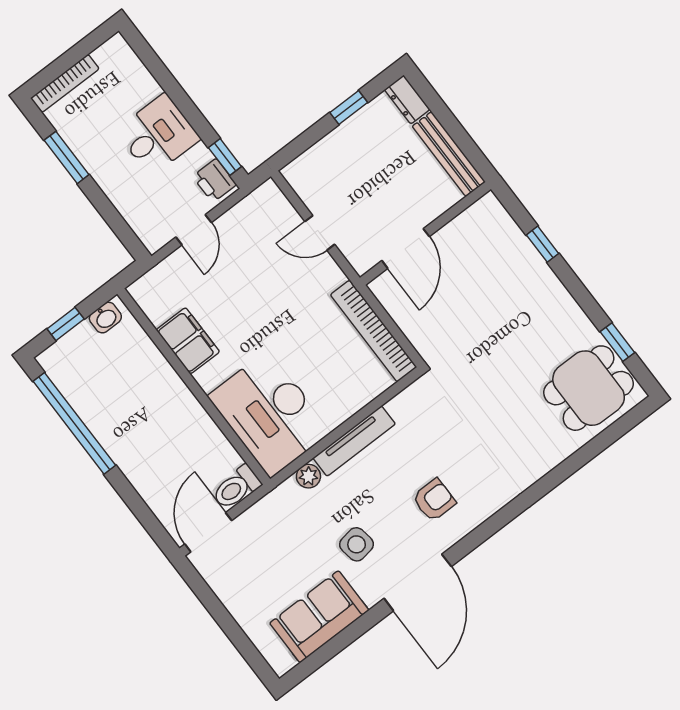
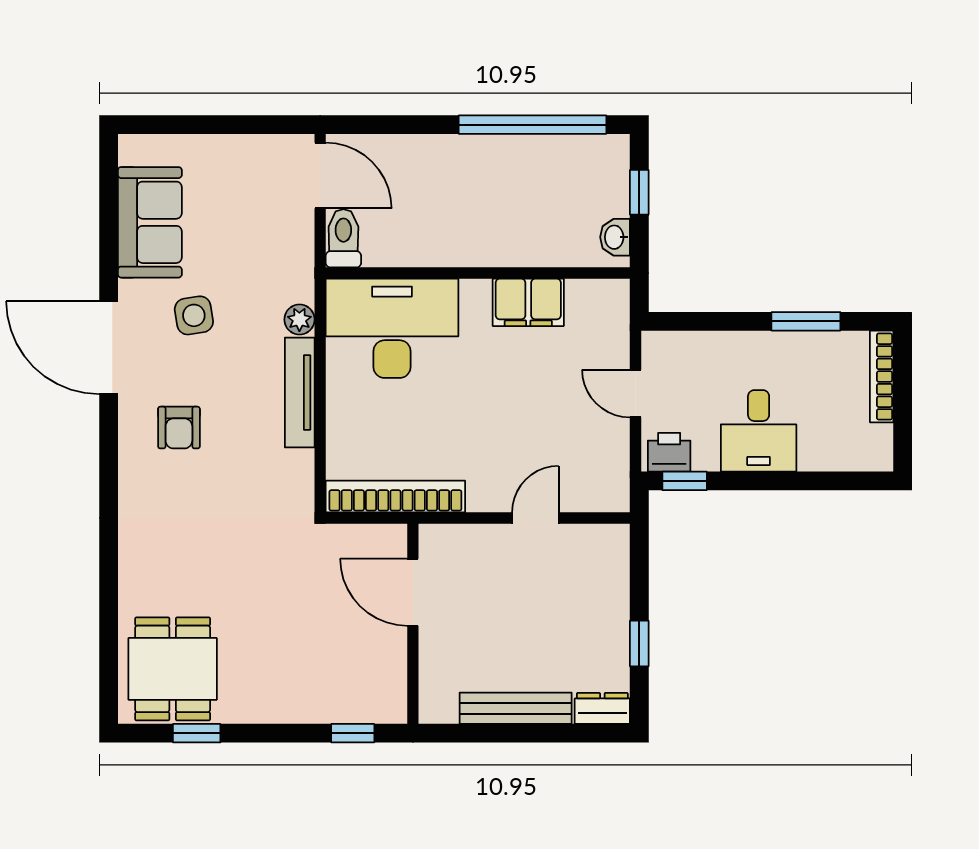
wall: (425, 233) -> (413, 624), moved
door: (406, 248) -> (413, 592), moved

